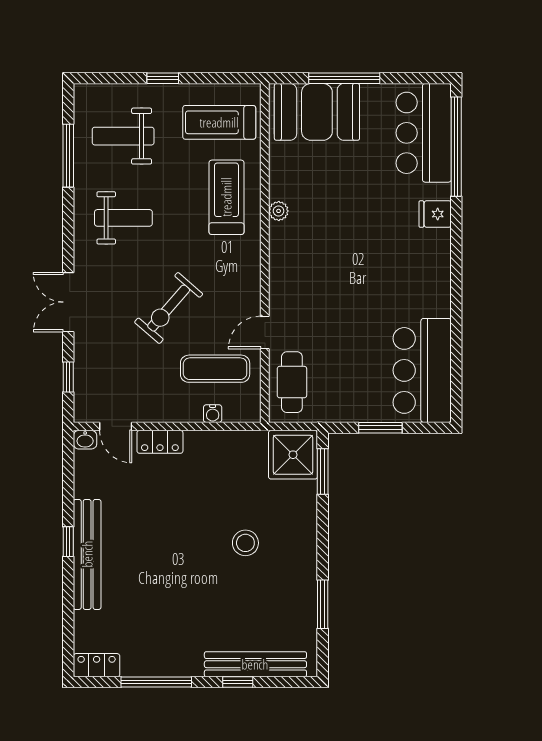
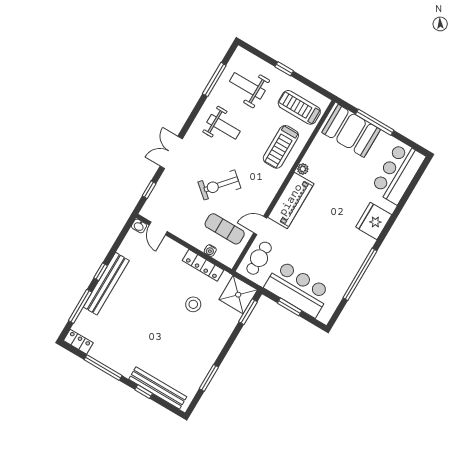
window: (456, 147) -> (360, 274), moved
treadmill: (226, 197) -> (281, 147), turned 180
fridge: (435, 214) -> (374, 221), width x1.88, depth x1.34
piano: (288, 268) -> (291, 200), added
bar counter: (422, 370) -> (298, 289), moved, turned 90
locker: (160, 442) -> (203, 265), moved, width x1.53
stool: (245, 543) -> (193, 304), moved
window: (68, 611) -> (80, 306), added

